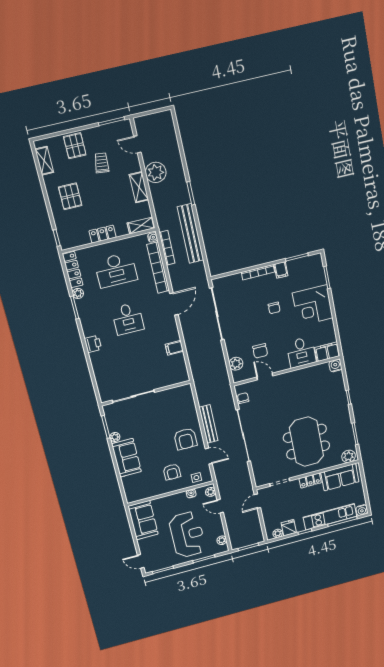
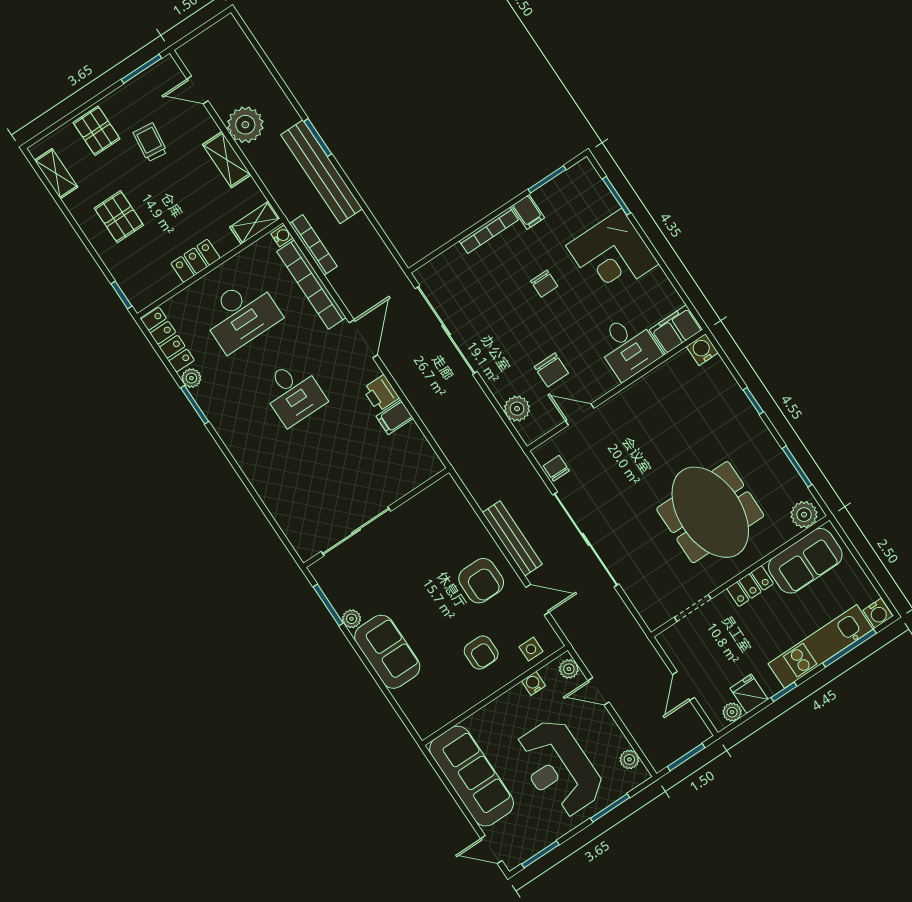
bench: (191, 234) -> (322, 172), moved
printer: (93, 344) -> (381, 393), moved, turned 180
door: (257, 501) -> (684, 686), moved
sofa: (143, 520) -> (472, 776), width x1.36
reception desk: (187, 535) -> (559, 768), turned 180

